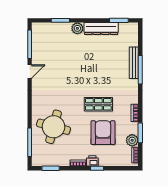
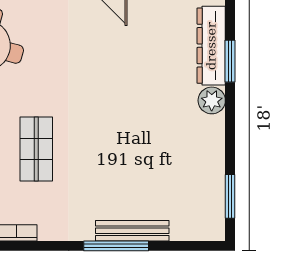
dresser: (101, 29) -> (211, 46), moved

